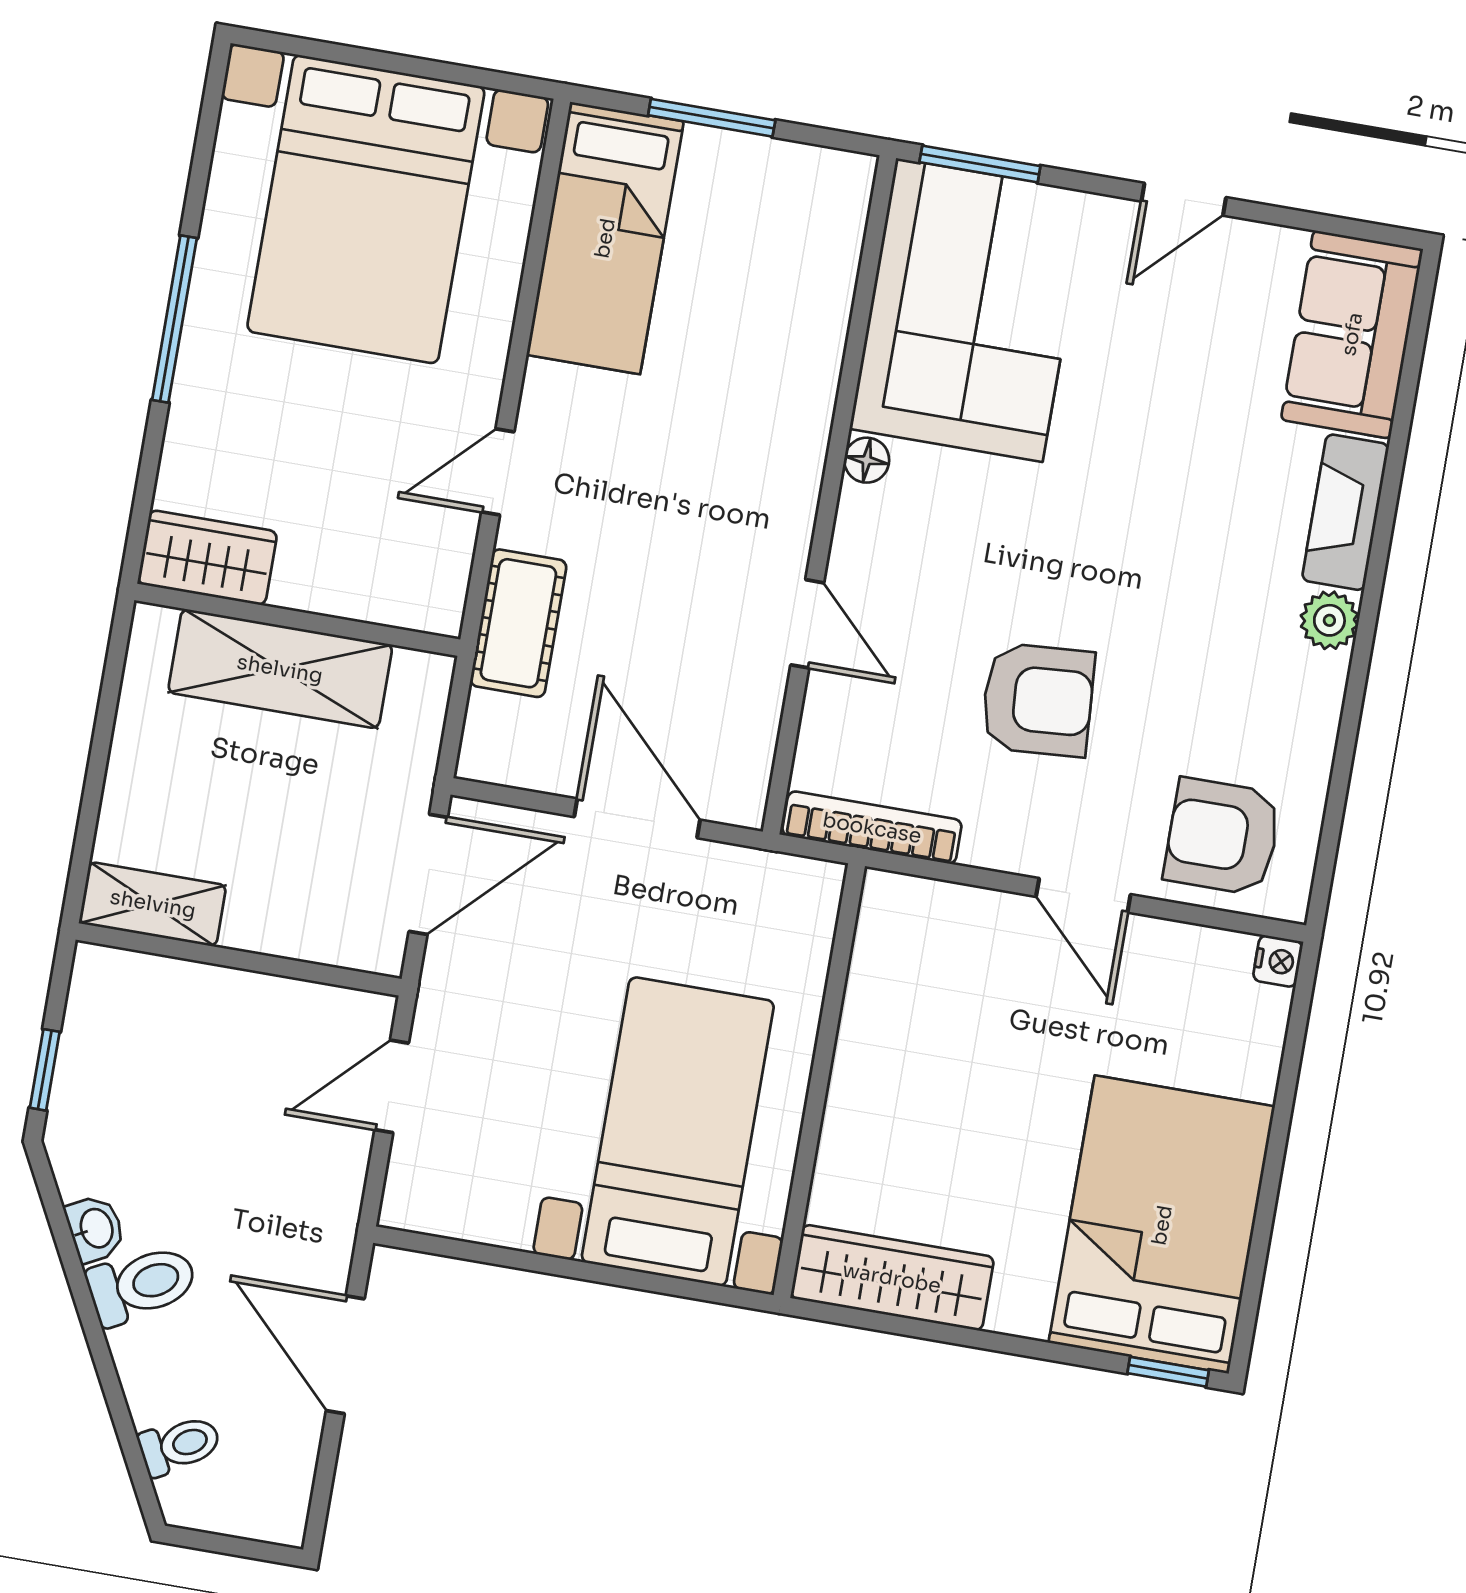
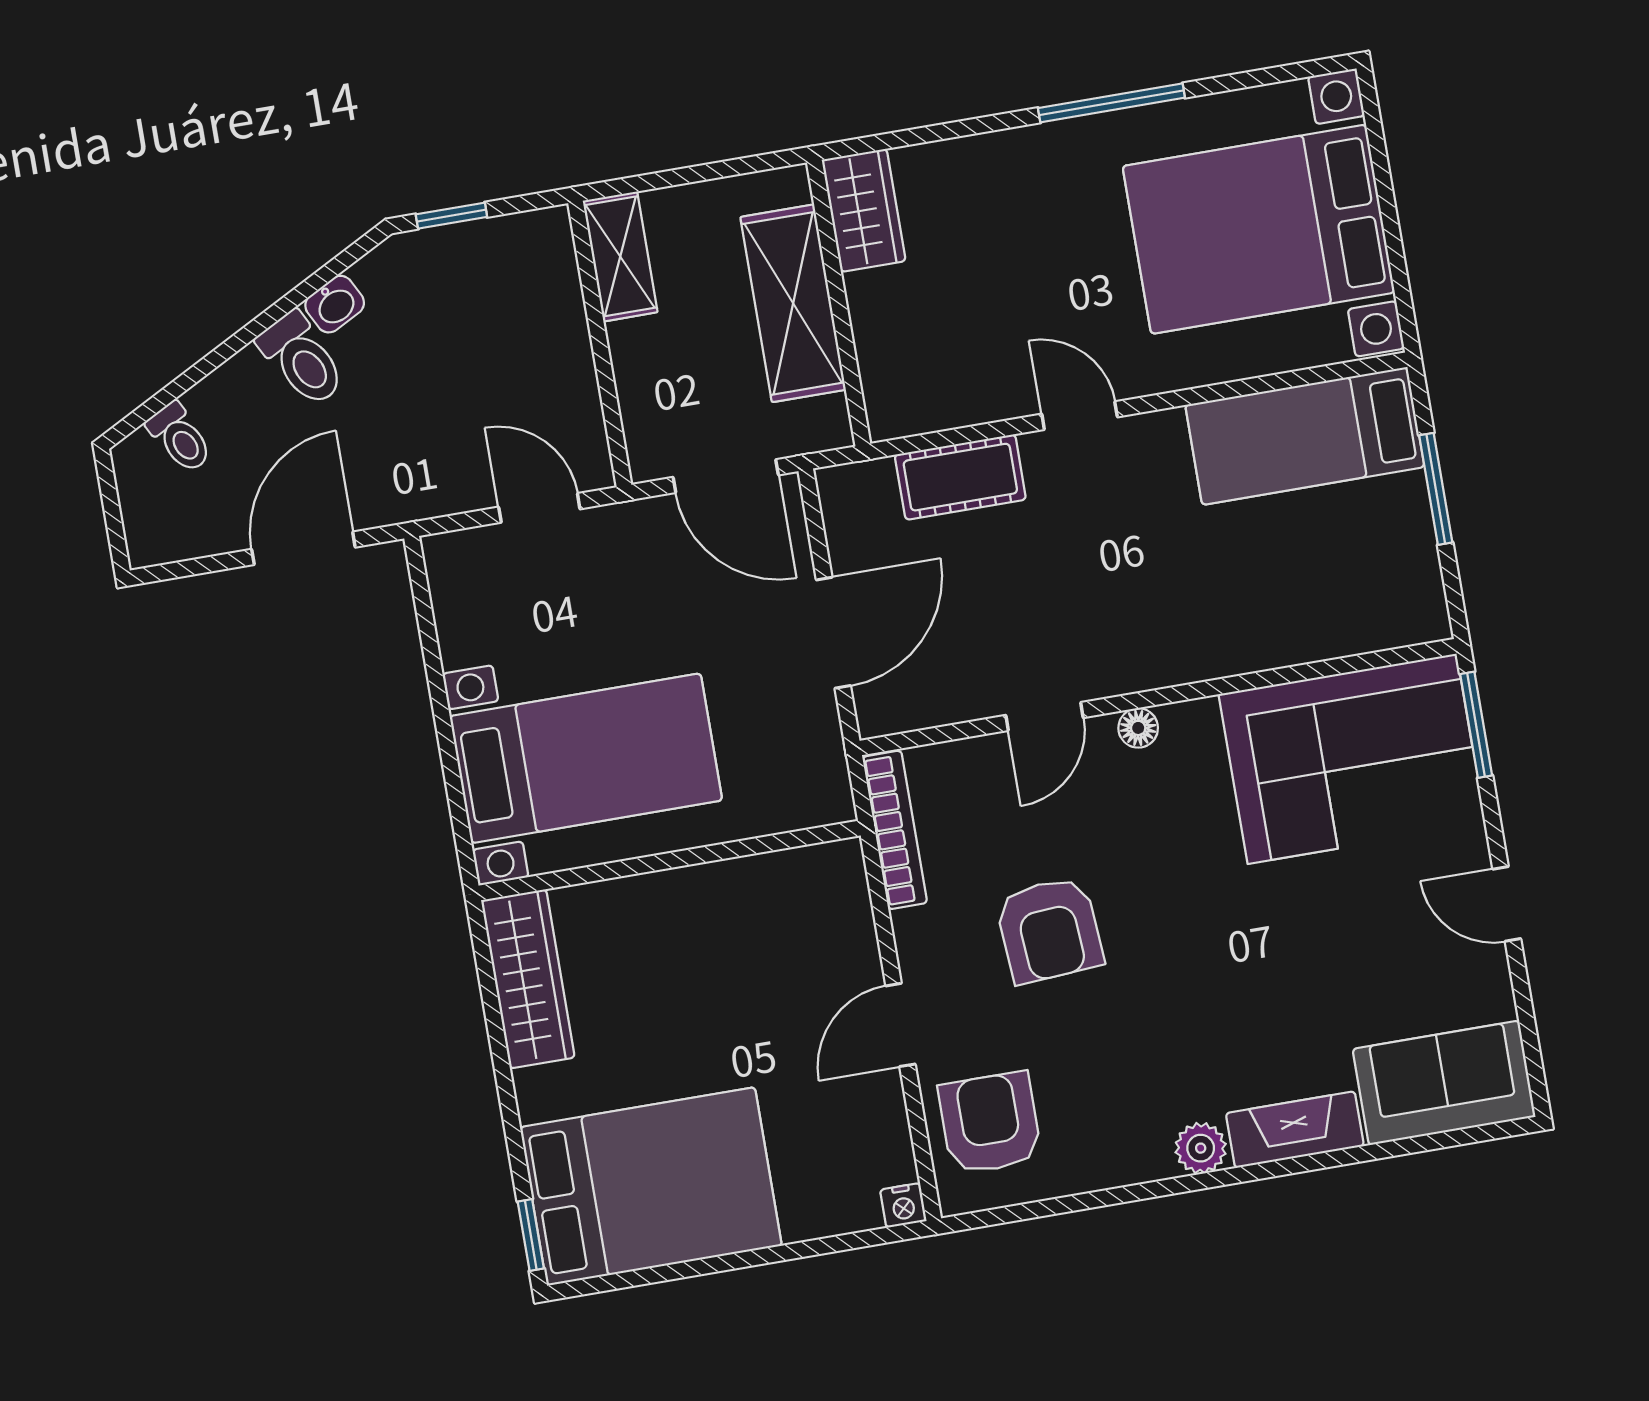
floor lamp: (867, 460) -> (1138, 728), moved
wardrobe: (207, 558) -> (864, 210), moved
wall: (297, 620) -> (839, 303), moved
shelving: (280, 669) -> (793, 303), moved

